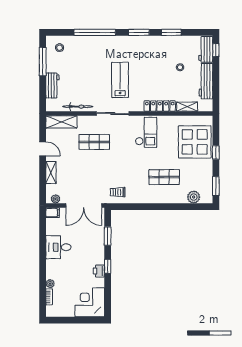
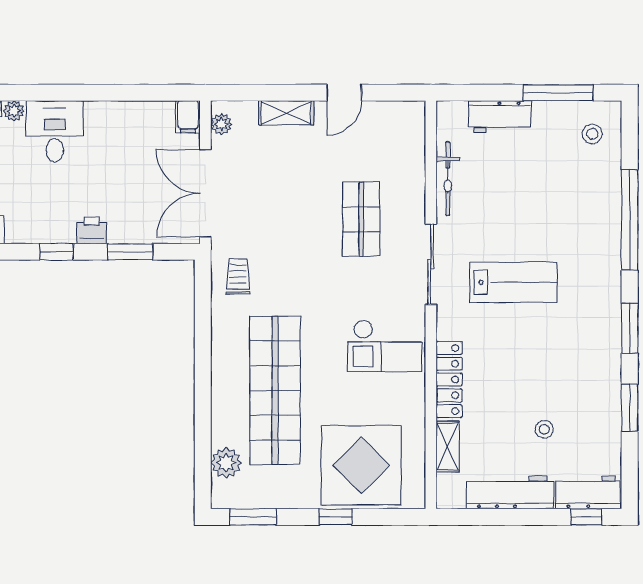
shelving: (61, 122) -> (410, 139), removed
shop shelf: (164, 177) -> (275, 390), width x2.00, depth x1.36
desk: (58, 247) -> (55, 131), moved
printer: (99, 271) -> (92, 230), moved

